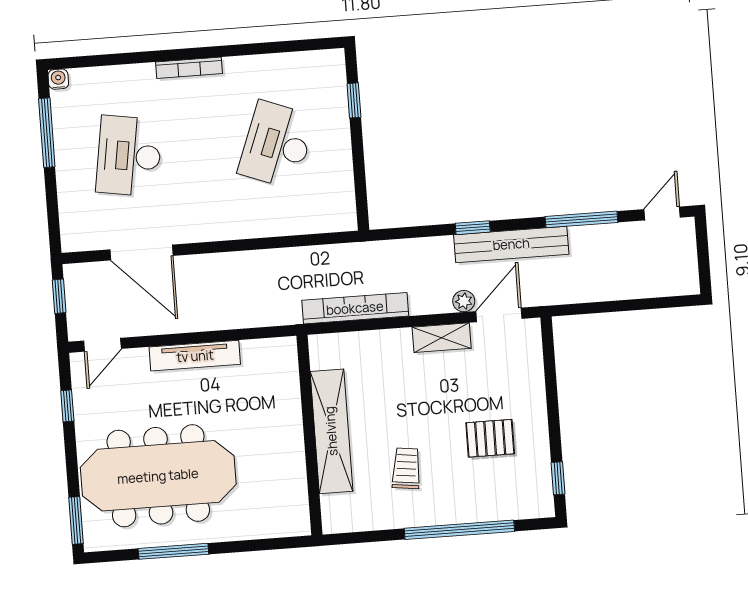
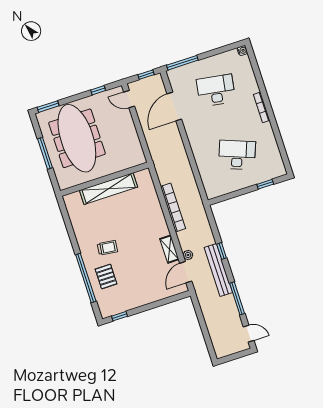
window: (47, 133) -> (182, 63), moved
door: (499, 315) -> (186, 272), swing flipped
tv unit: (195, 356) -> (134, 141), removed
shelving: (331, 431) -> (109, 189), moved
wall: (309, 435) -> (104, 179), moved
pallet: (490, 438) -> (106, 276), moved

